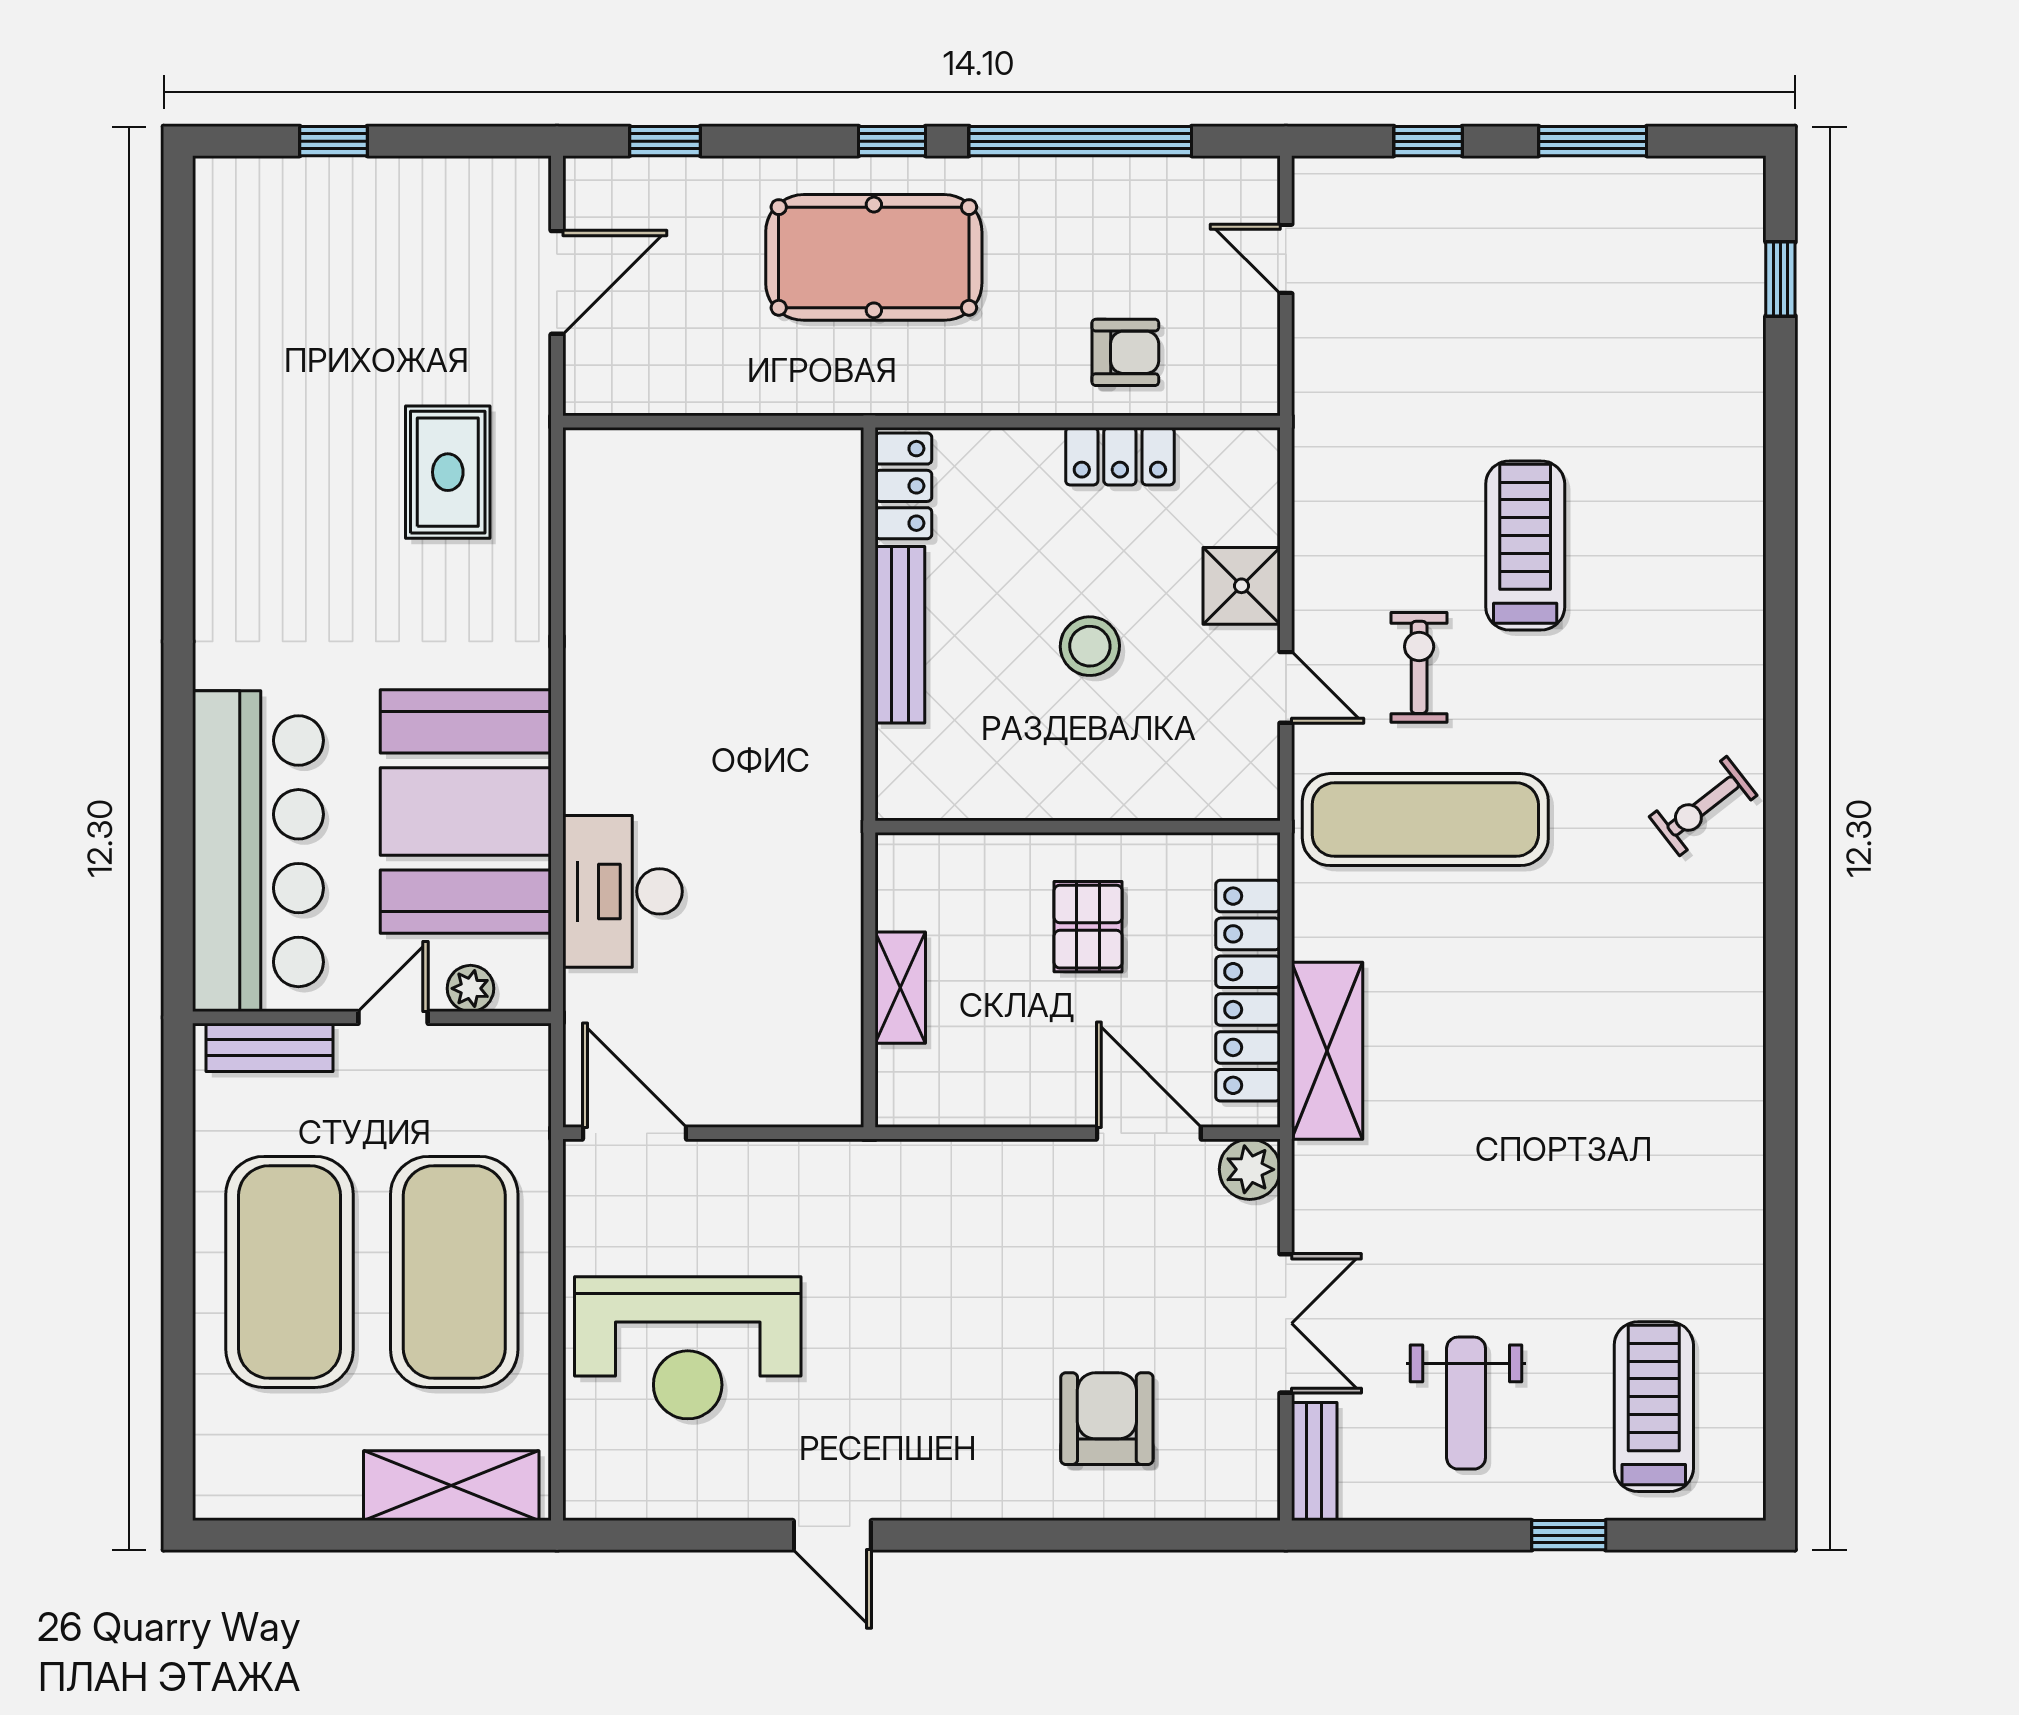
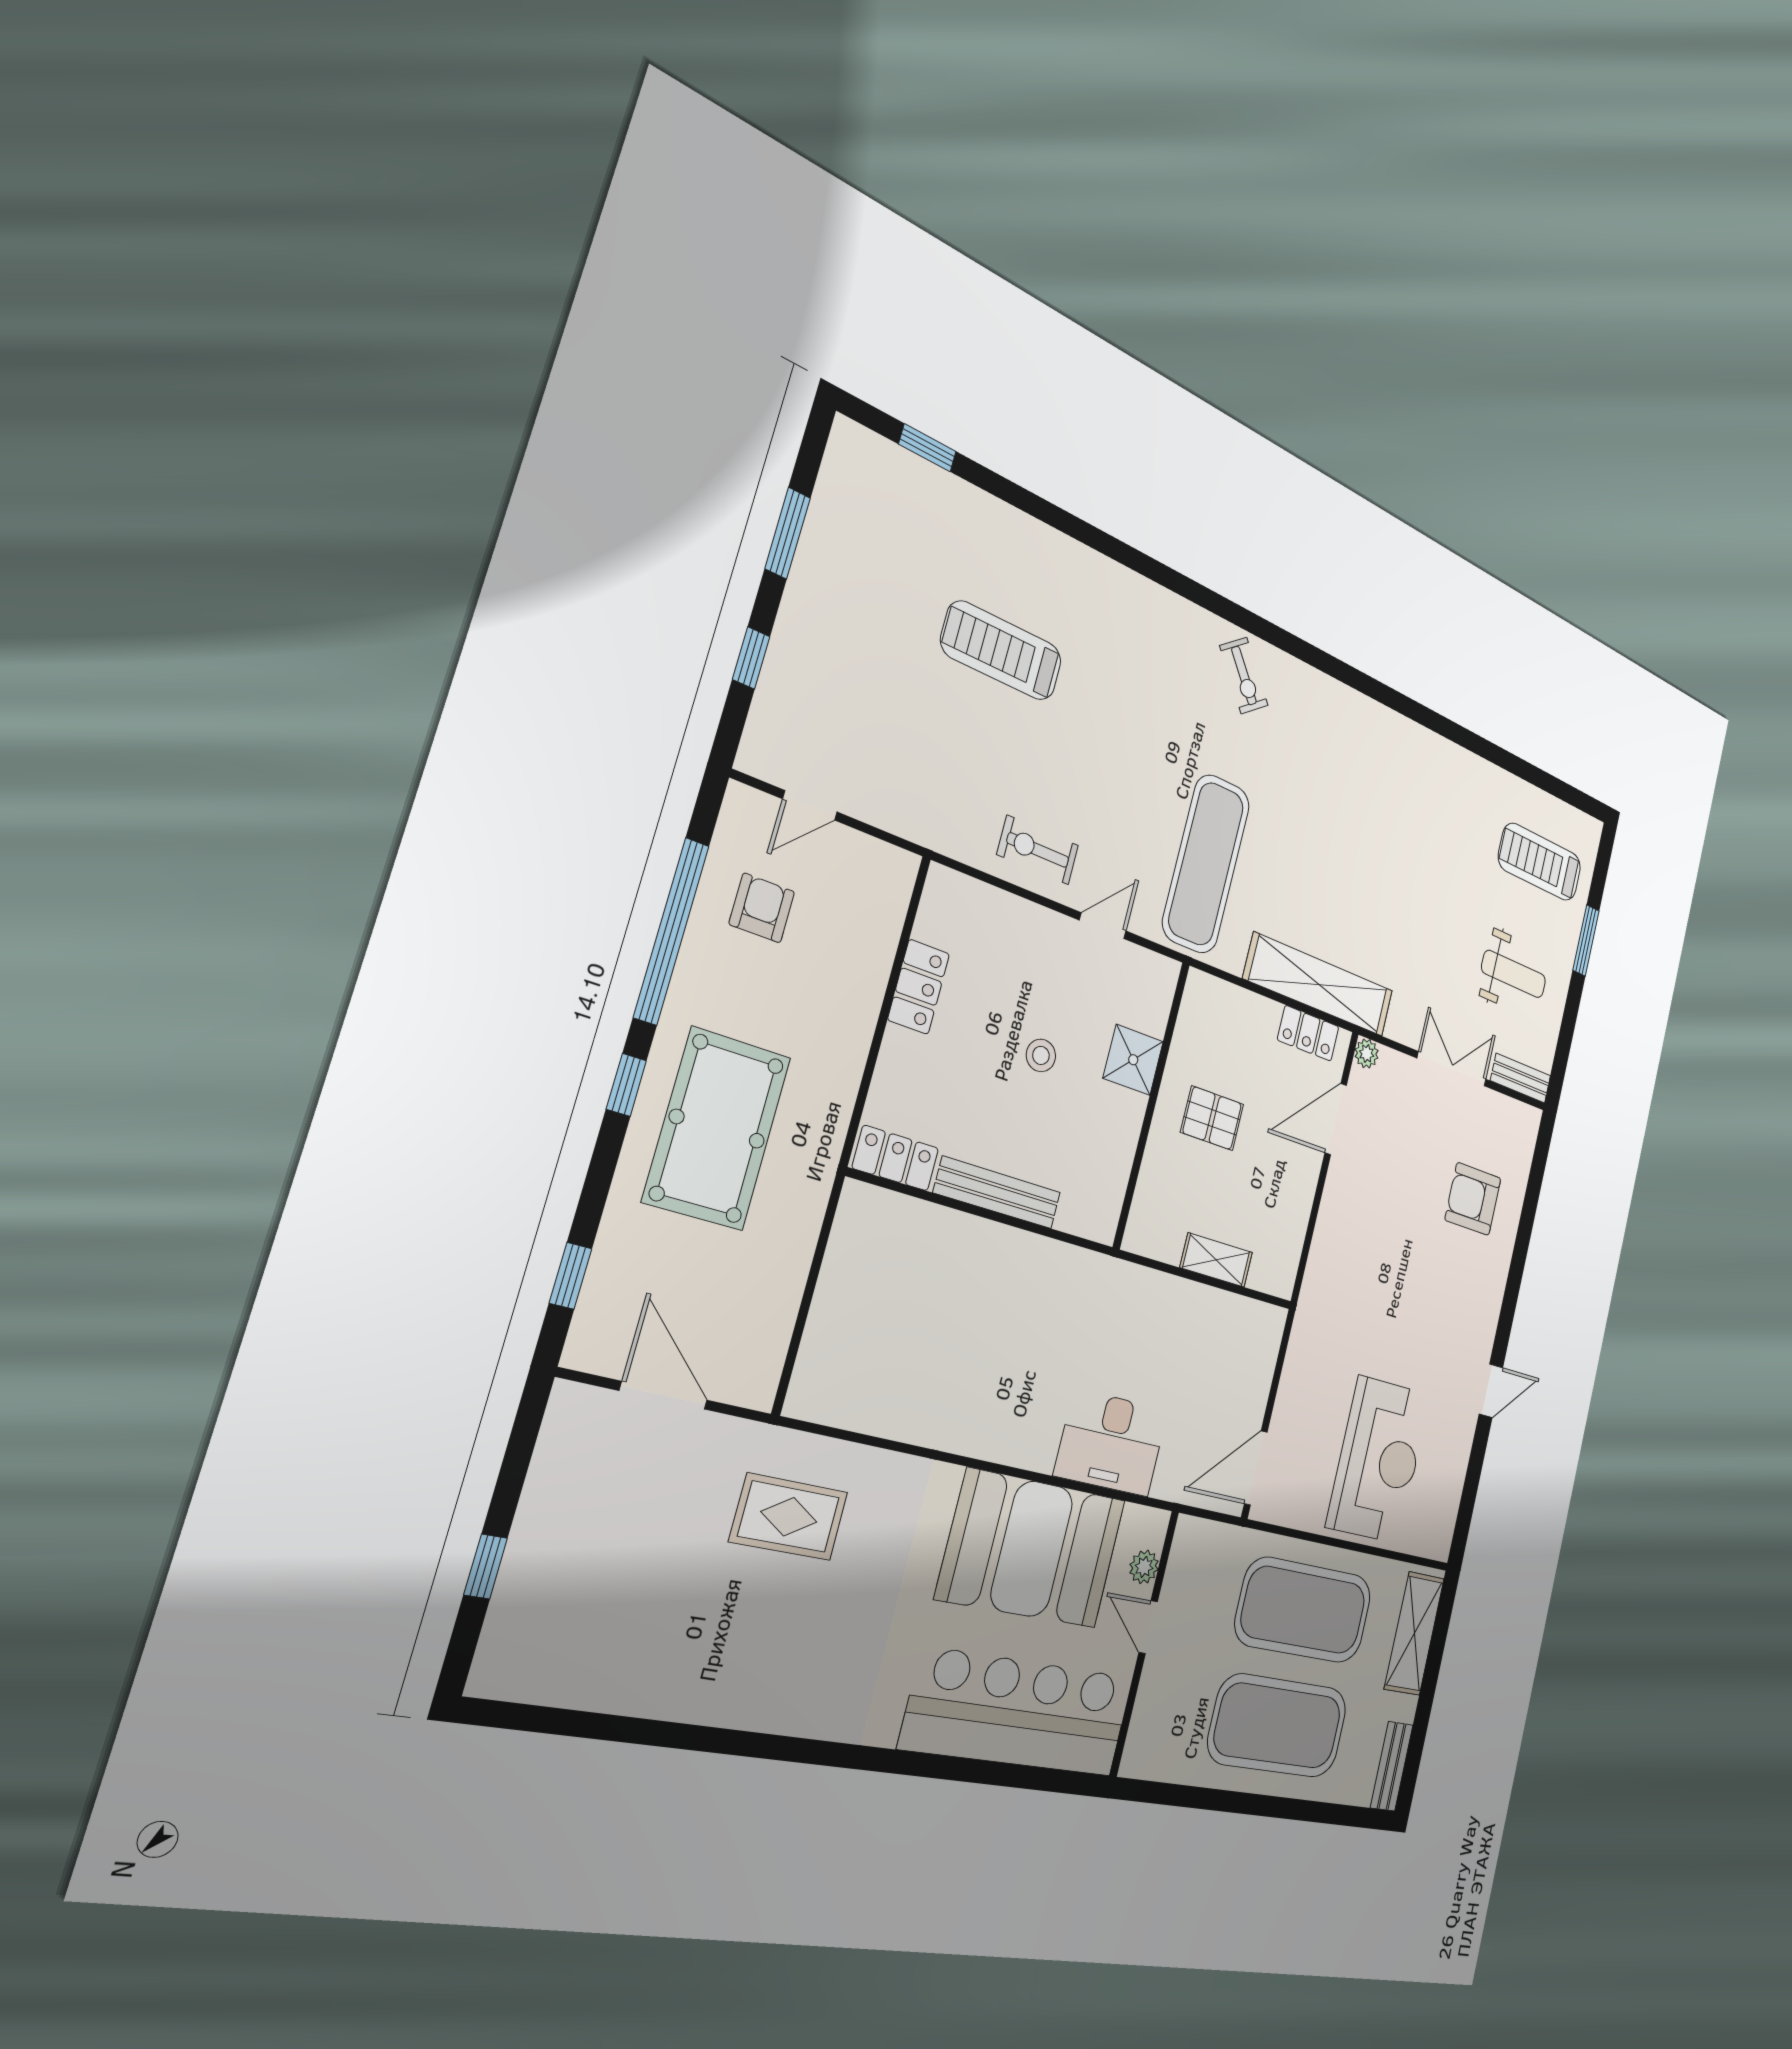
armchair: (1125, 352) -> (762, 908), moved
treadmill: (1525, 545) -> (1002, 651), moved
shower: (1242, 586) -> (1133, 1060), moved
stool: (1090, 646) -> (1041, 1055), width x0.73, depth x0.73
exercise bike: (1419, 667) -> (1038, 850), moved
locker: (1248, 991) -> (1308, 1033), width x0.46, depth x0.83
bench: (269, 1047) -> (1392, 1766), moved
shelving: (1327, 1051) -> (1319, 985), width x1.47
plant: (1250, 1169) -> (1367, 1054), width x0.73, depth x0.73
window: (1569, 1535) -> (1586, 940), width x1.50

